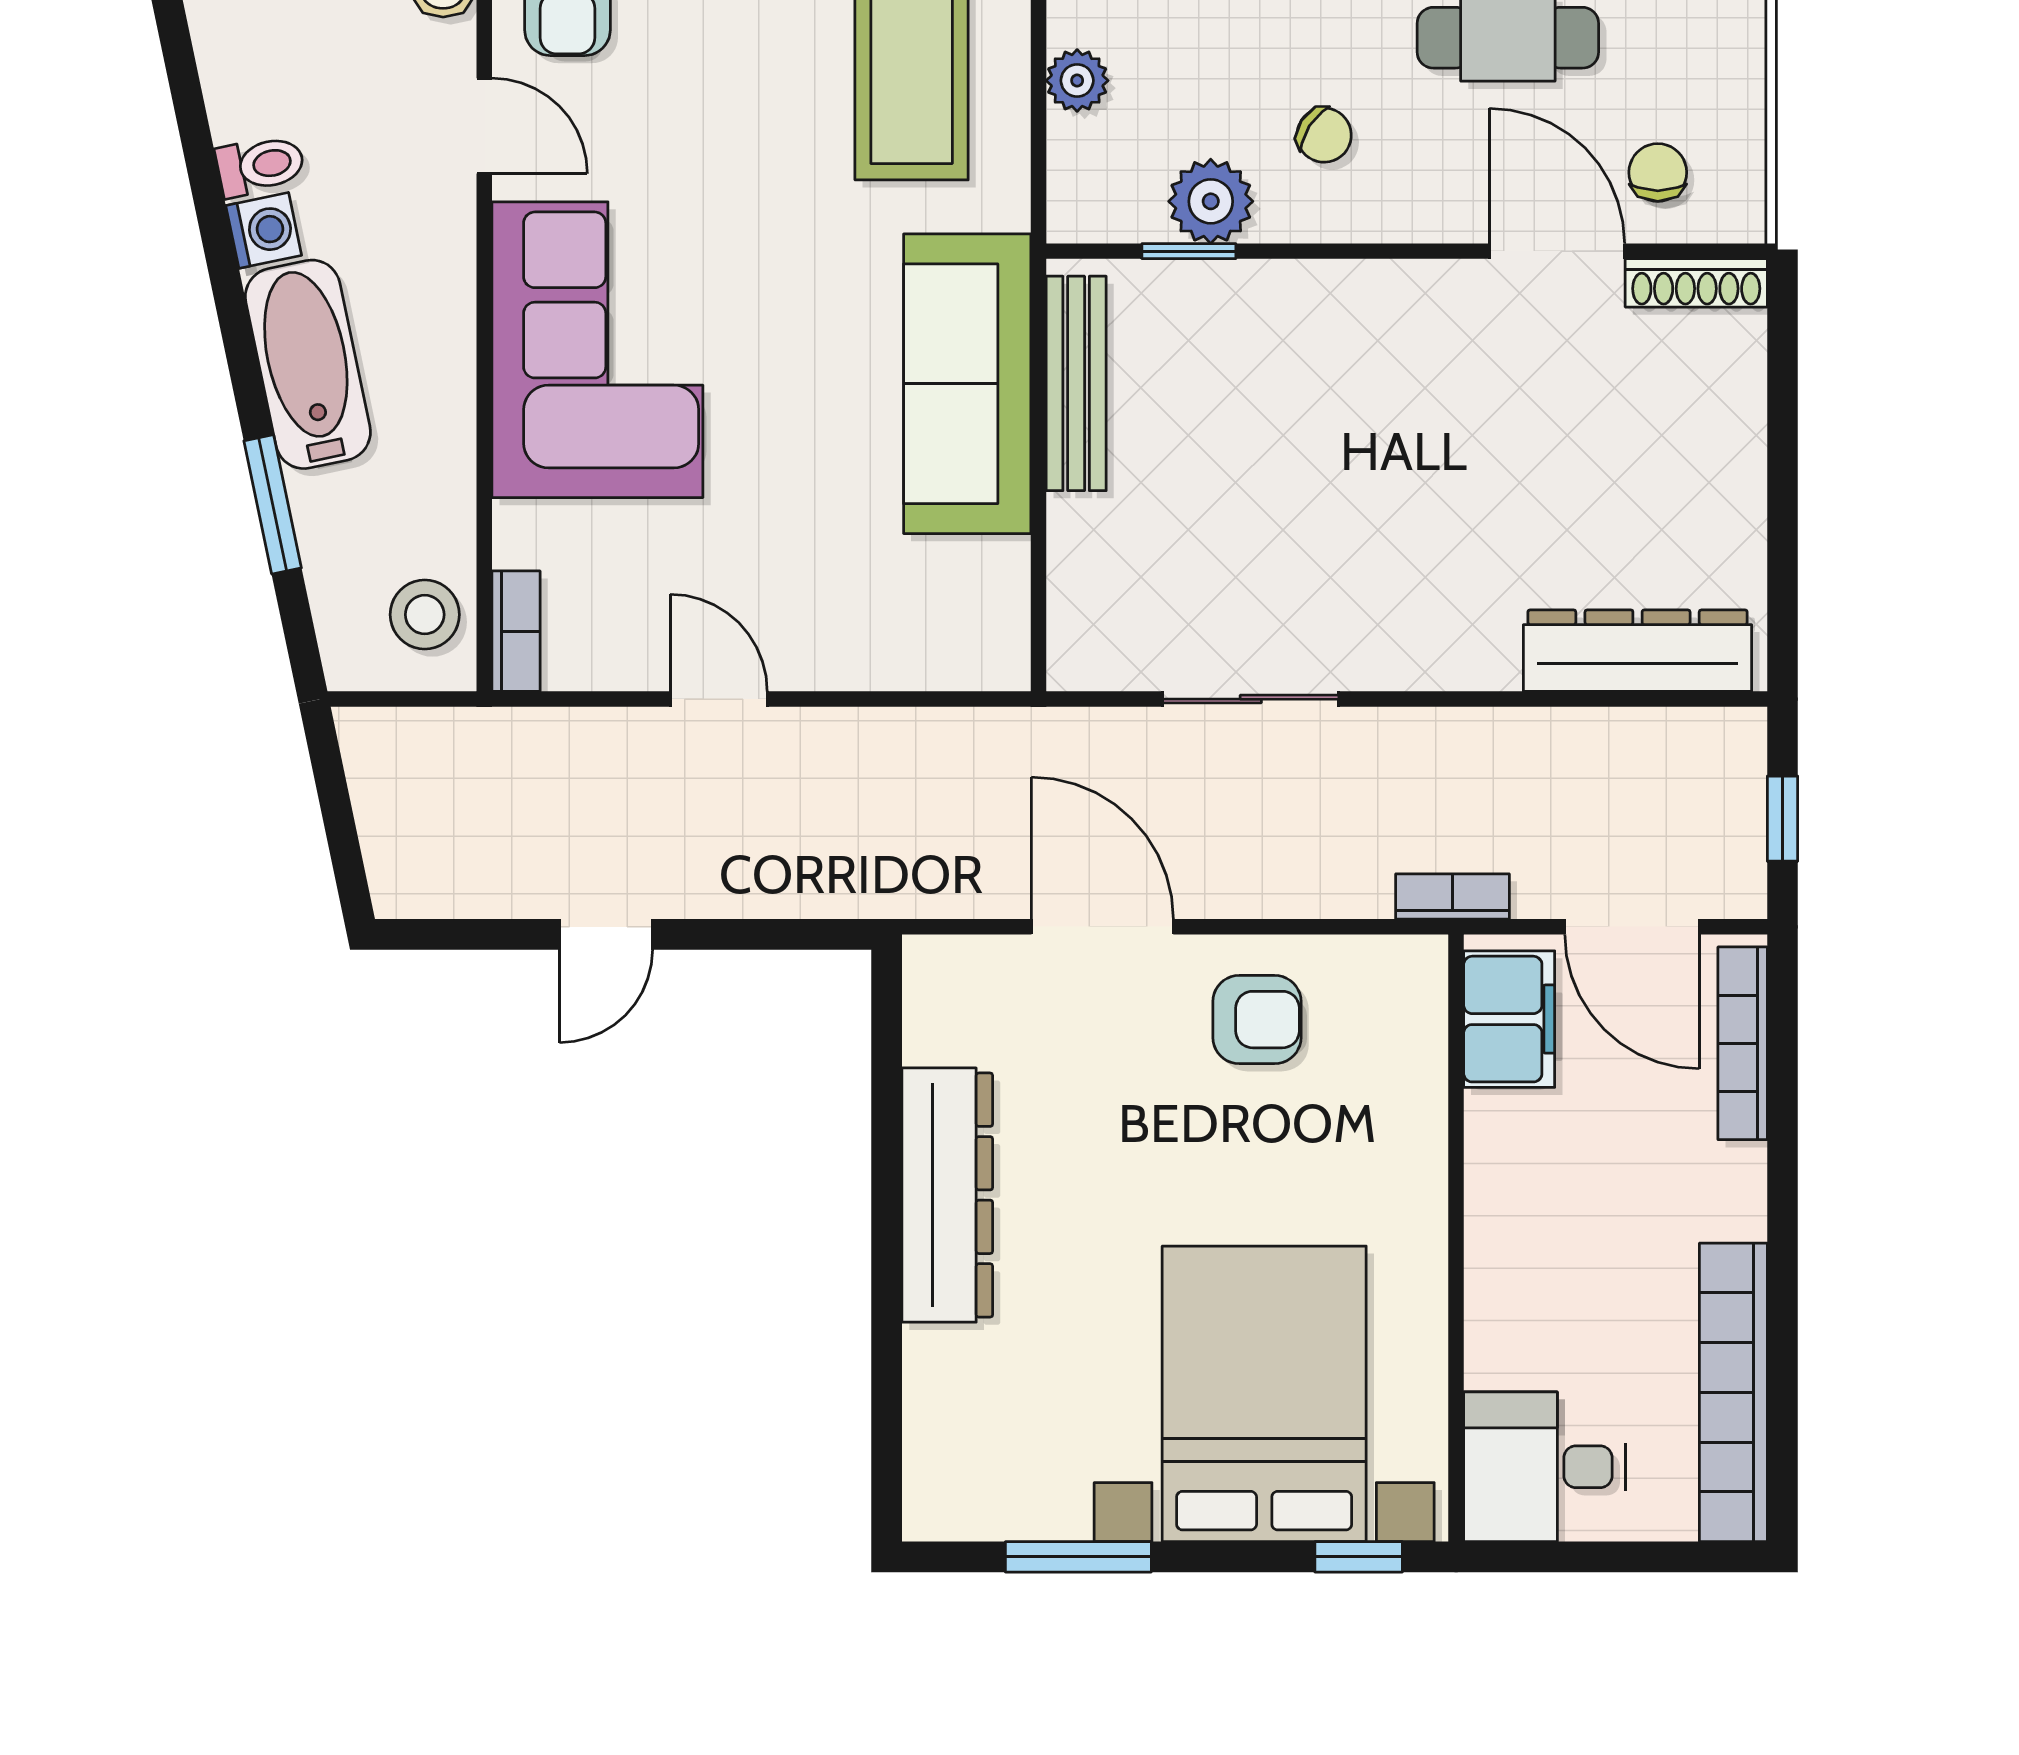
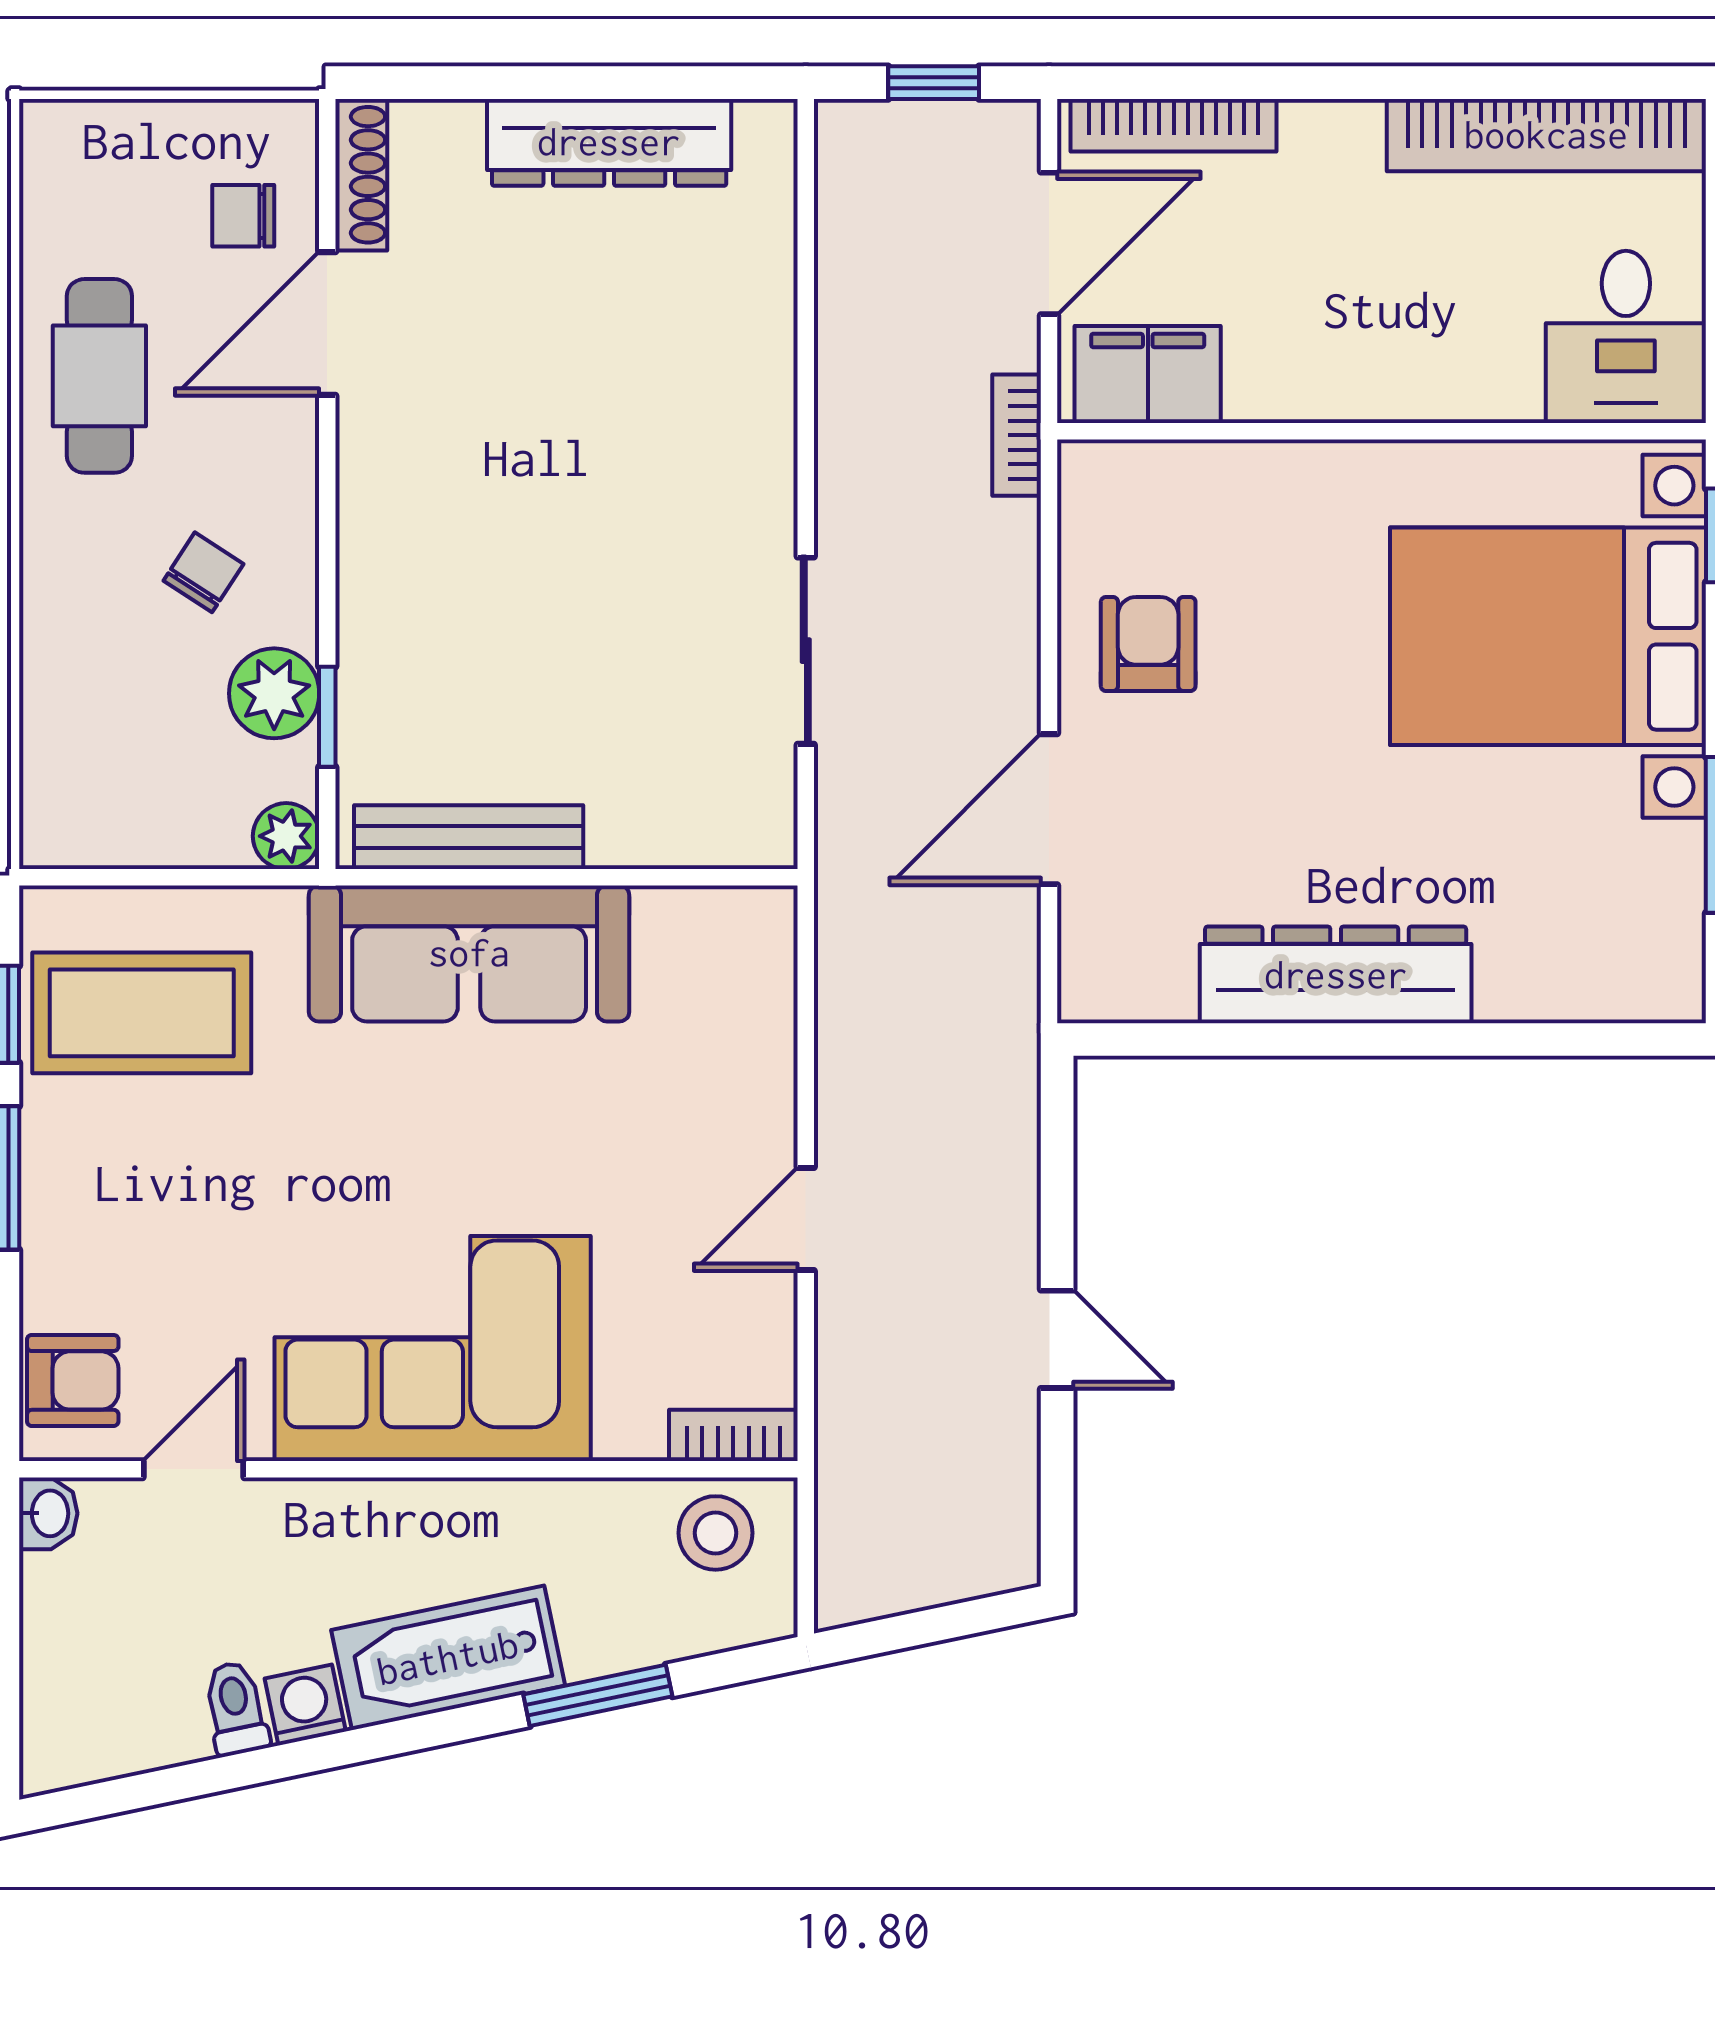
plant: (1077, 81) -> (286, 836), moved
dresser: (1638, 651) -> (609, 142), moved, turned -90

